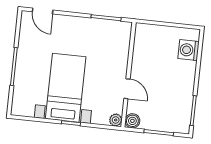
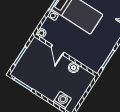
door: (127, 89) -> (57, 50), hinge flipped
boiler: (132, 121) -> (74, 68), moved

